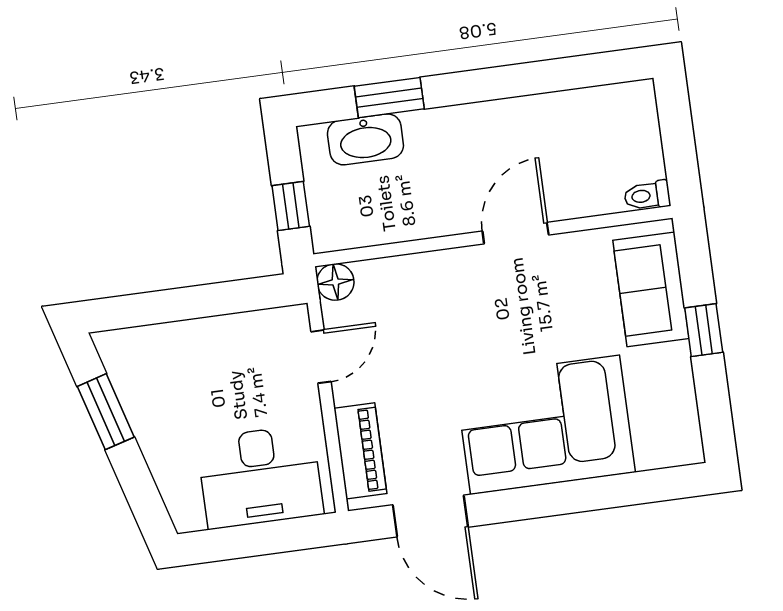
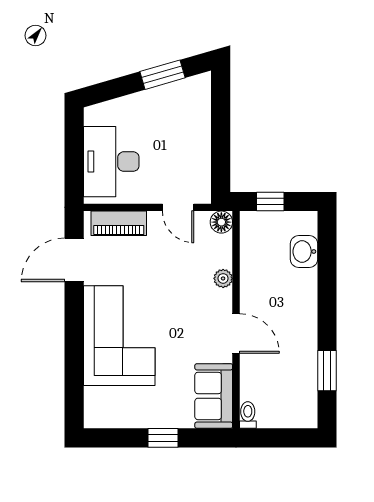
window: (389, 98) -> (327, 371), moved
washbasin: (365, 139) -> (304, 251), width x0.72
plant: (428, 267) -> (223, 278), added
sofa: (651, 289) -> (214, 396), moved, turned -90

